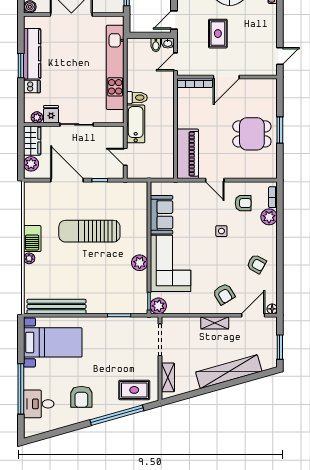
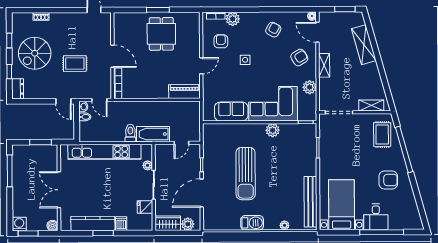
plant: (37, 117) -> (147, 165), moved
piano: (188, 154) -> (184, 91), width x0.73, depth x0.75
plant: (29, 258) -> (284, 225), moved
plant: (158, 306) -> (310, 87), moved
shelving: (229, 372) -> (364, 45), width x0.68
desk: (39, 404) -> (376, 217), moved

